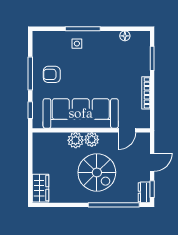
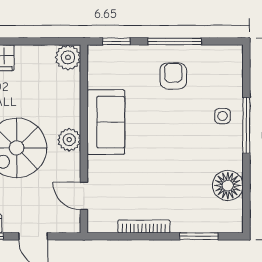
floor lamp: (125, 36) -> (228, 185), width x1.89, depth x1.89
sofa: (81, 113) -> (106, 122), width x0.54, depth x0.79
plant: (76, 140) -> (68, 57), moved

